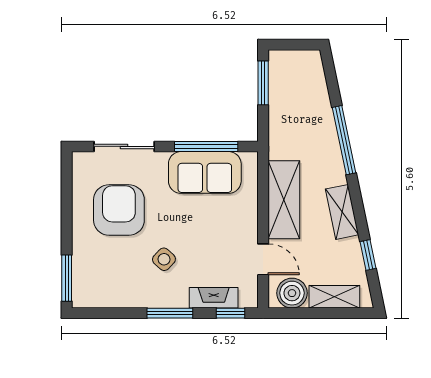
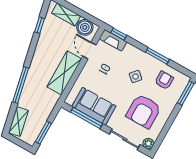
plant: (82, 161) -> (148, 144), added
shelving: (342, 212) -> (18, 122), moved
armchair: (114, 279) -> (164, 80), added
fireplace: (214, 298) -> (113, 40), moved
window: (170, 313) -> (157, 56), moved

